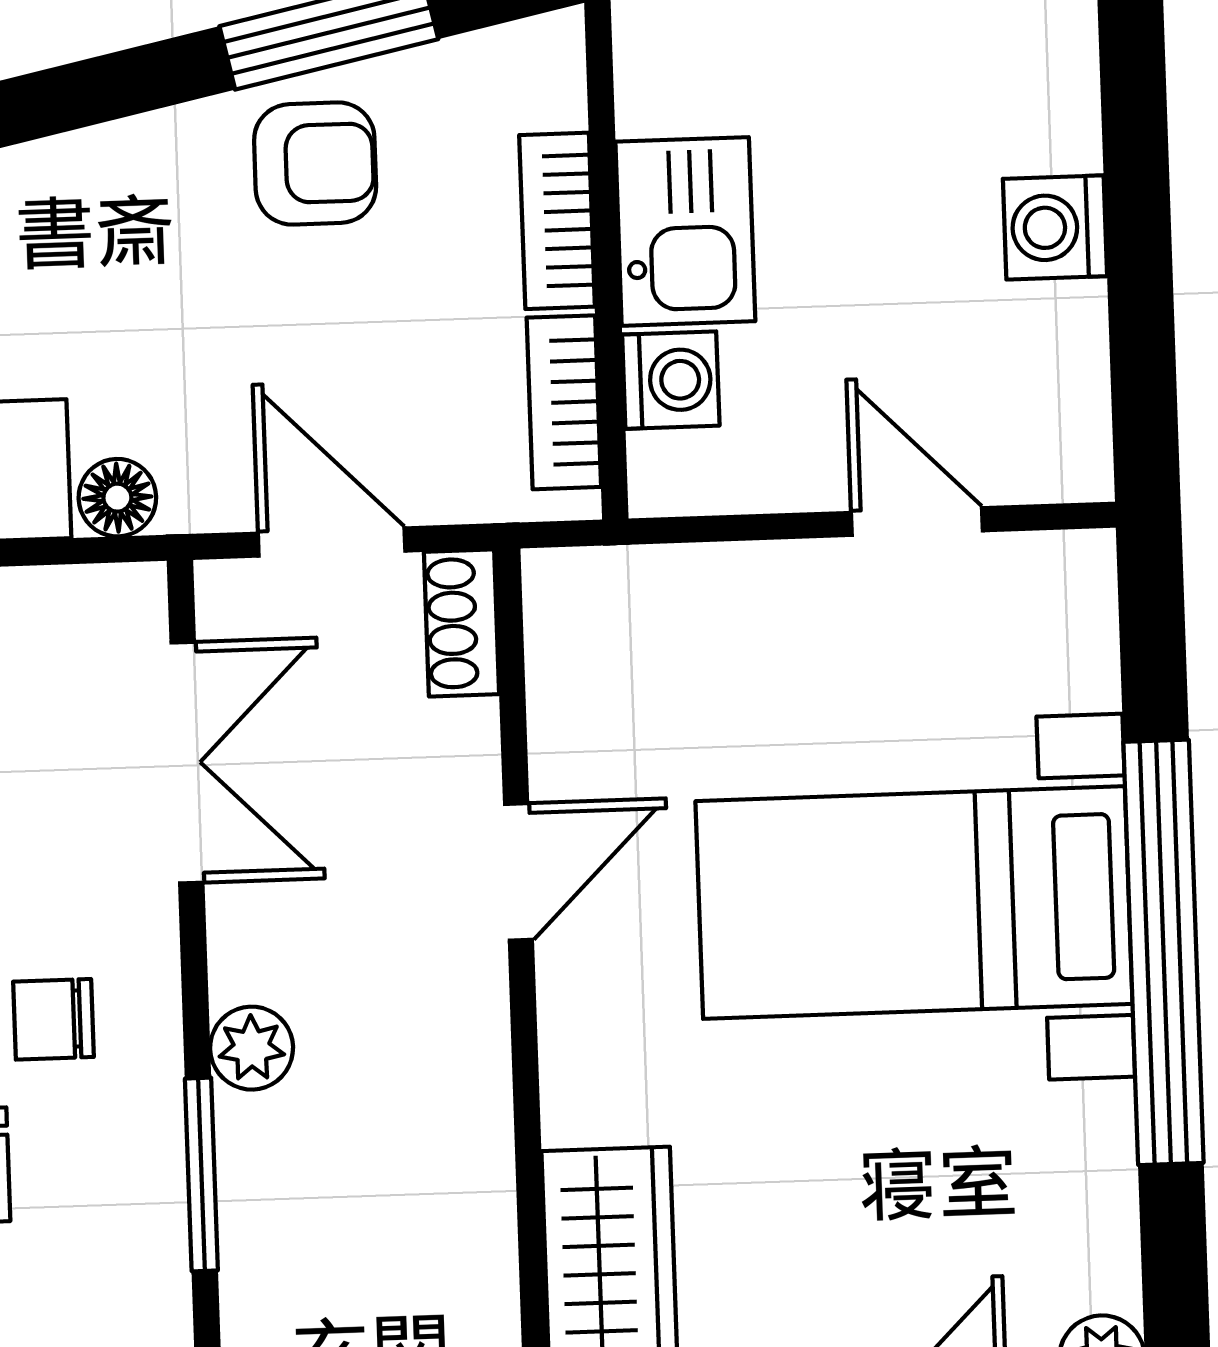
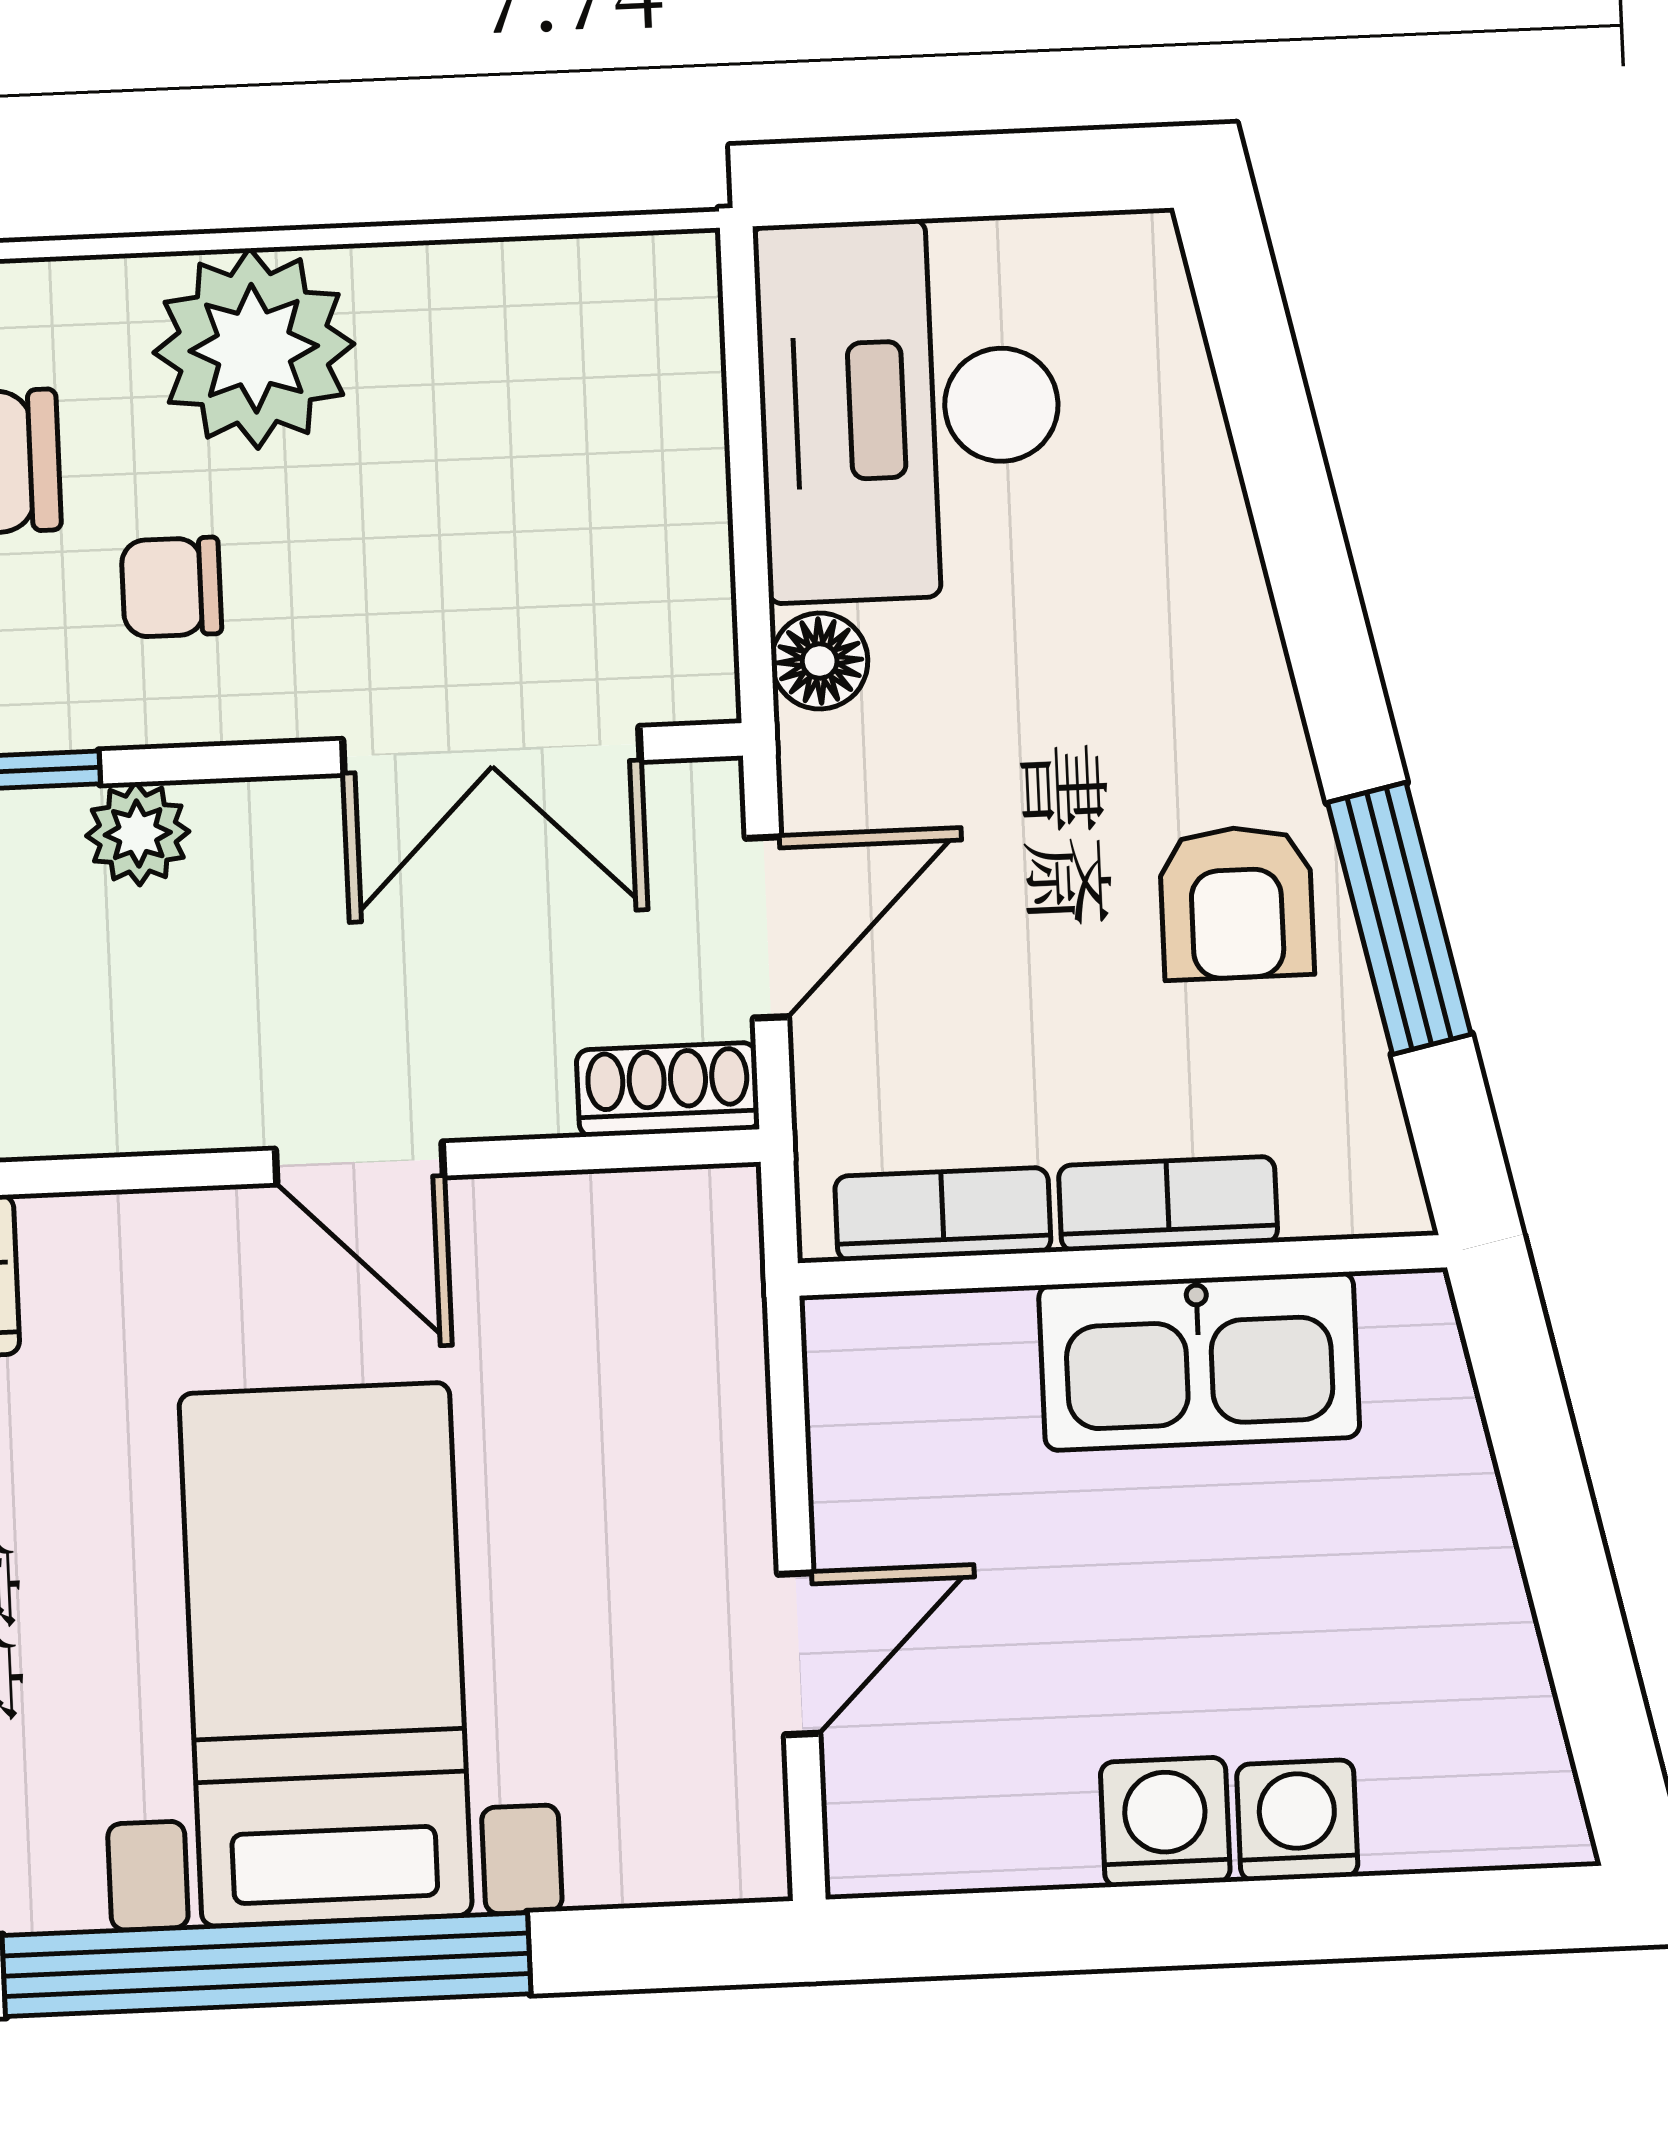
kitchen sink: (685, 231) -> (1199, 1361), width x1.38
washing machine: (671, 380) -> (1297, 1820), moved, turned 180
chair: (53, 1019) -> (171, 587), turned -90

